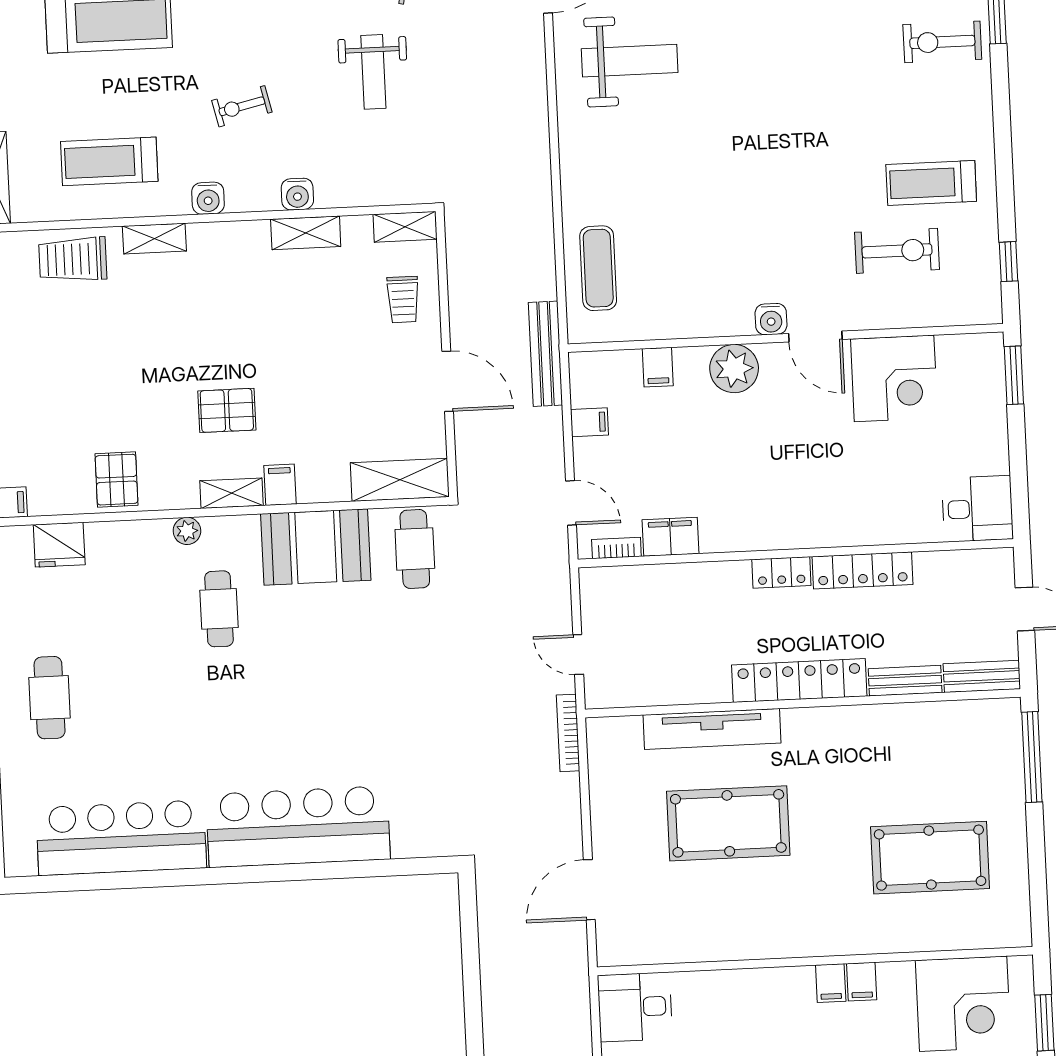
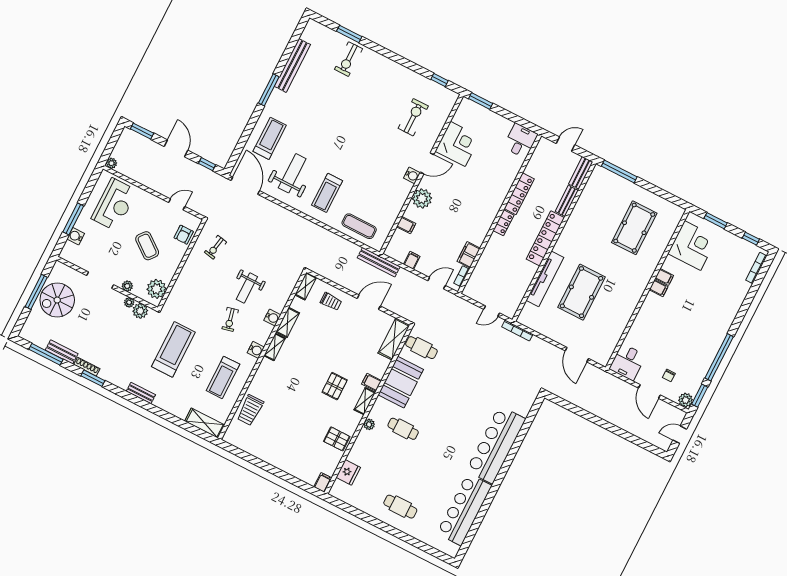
weight bench: (373, 72) -> (247, 288), moved, turned 90
treadmill: (931, 183) -> (327, 193), moved
shelving: (154, 239) -> (275, 347), moved

